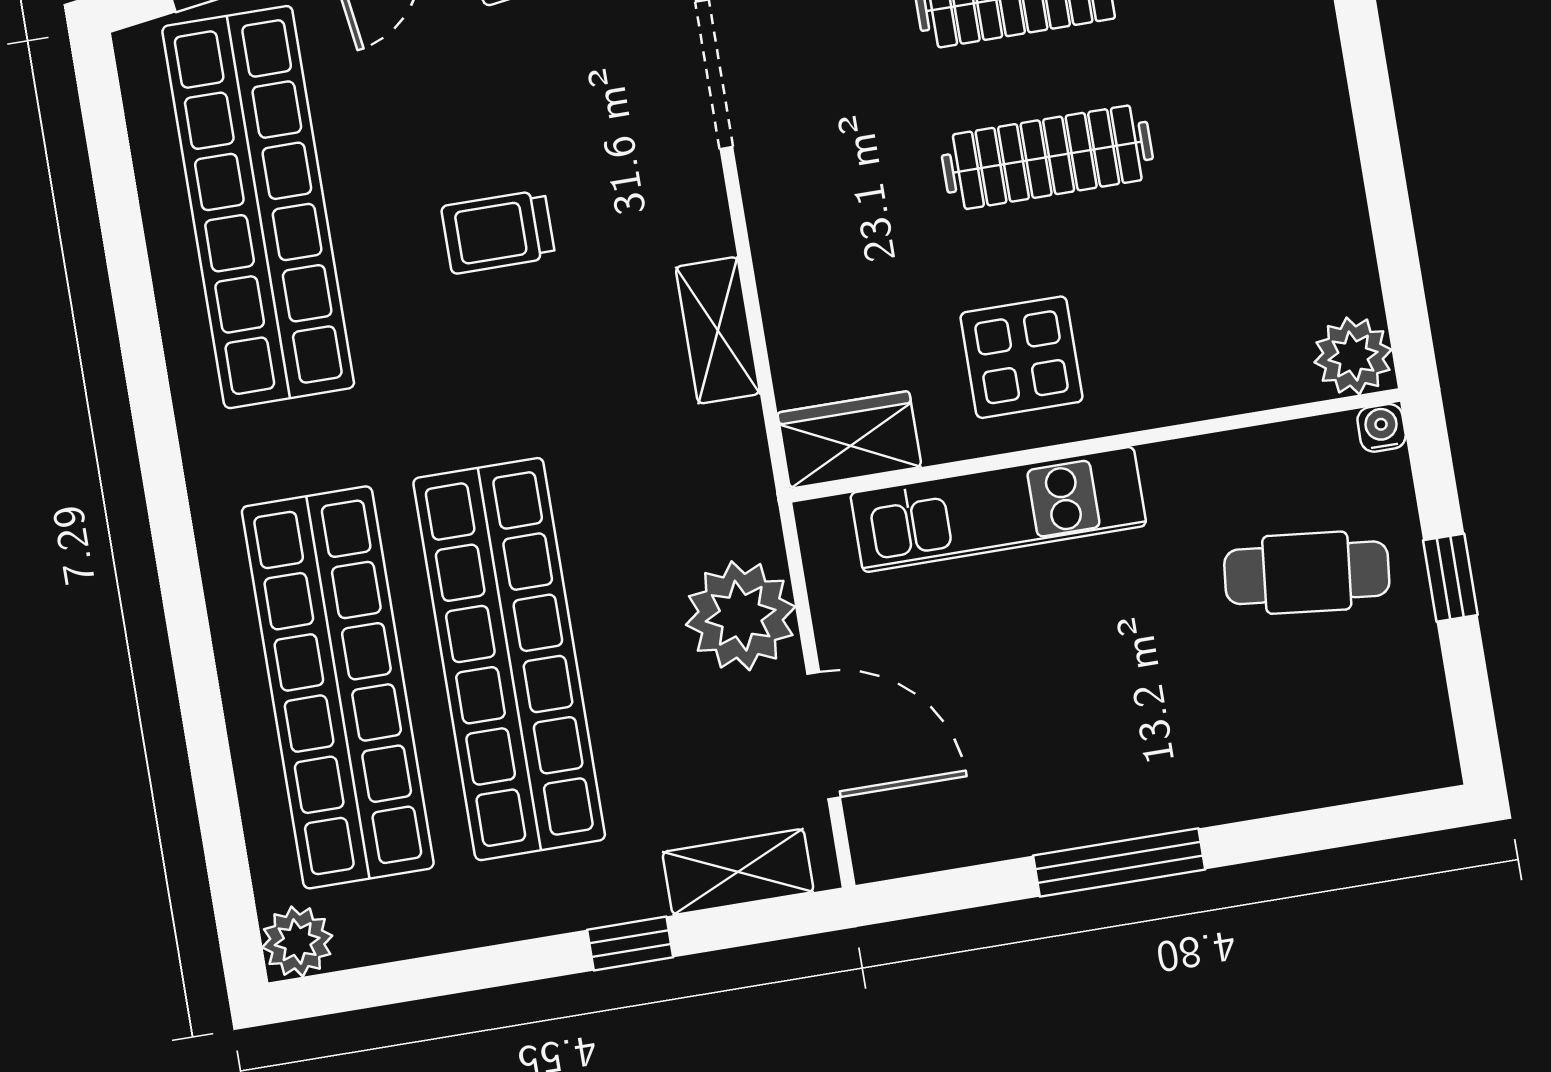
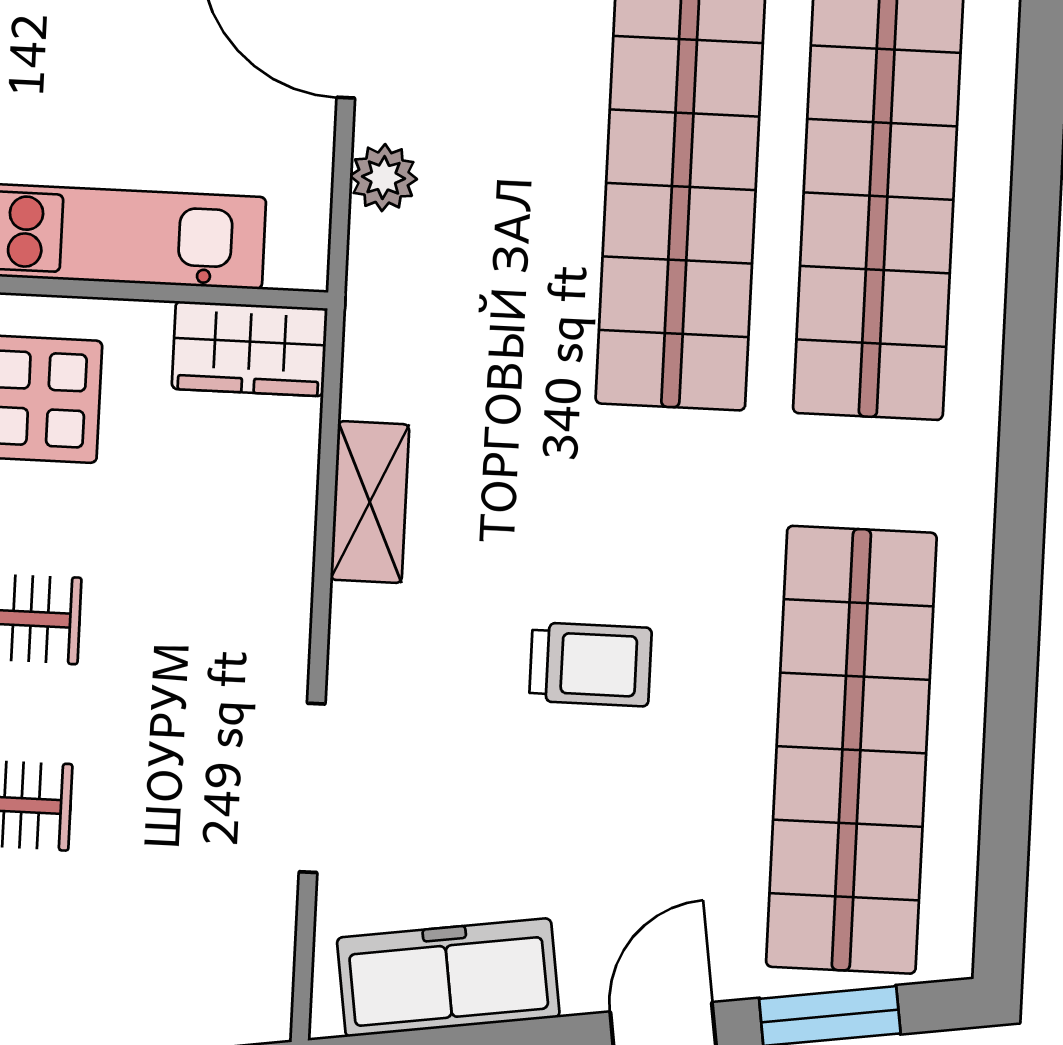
plant: (741, 616) -> (384, 178), width x0.53, depth x0.53

